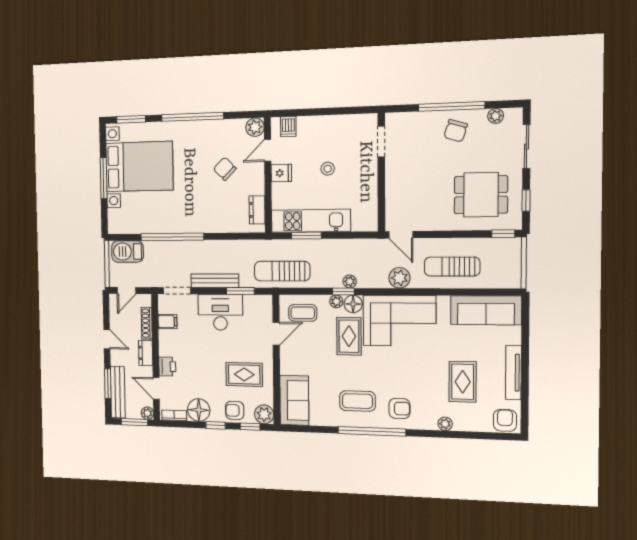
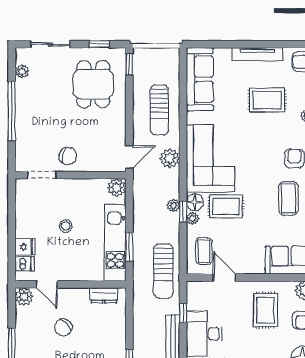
chair: (456, 131) -> (68, 156), moved
fridge: (281, 173) -> (25, 247), moved, turned 90
plant: (368, 222) -> (117, 188), added
window: (240, 291) -> (183, 313), width x0.67

